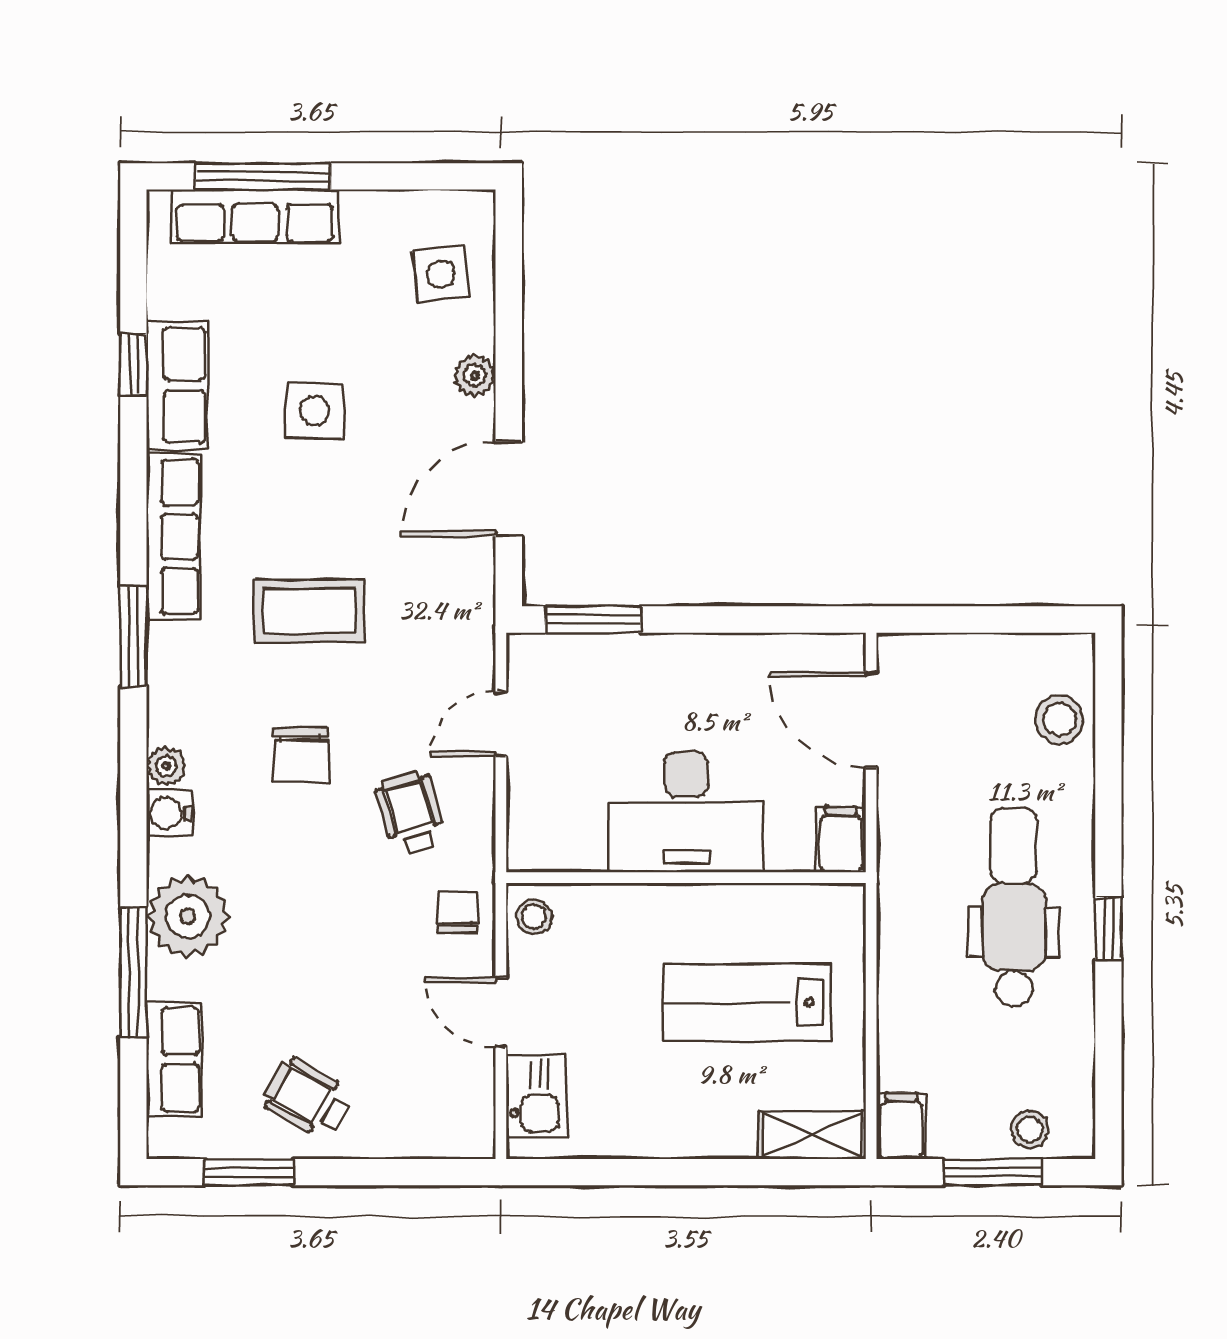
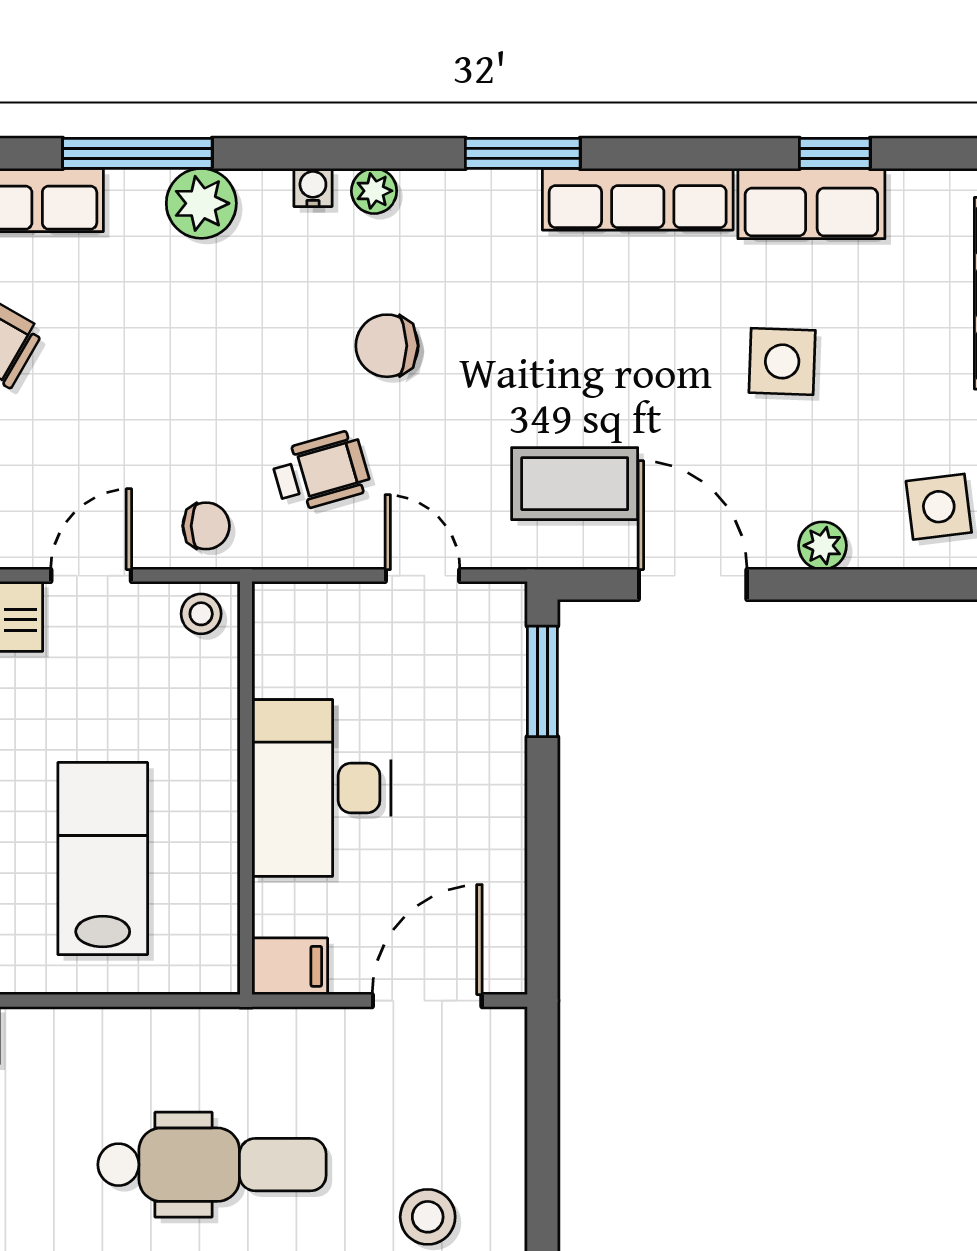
coffee table: (309, 611) -> (575, 484), moved, turned 90
water cooler: (169, 813) -> (313, 187), width x0.72, depth x0.72
plant: (188, 917) -> (201, 203), width x0.73, depth x0.73

